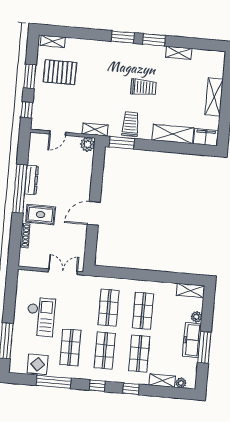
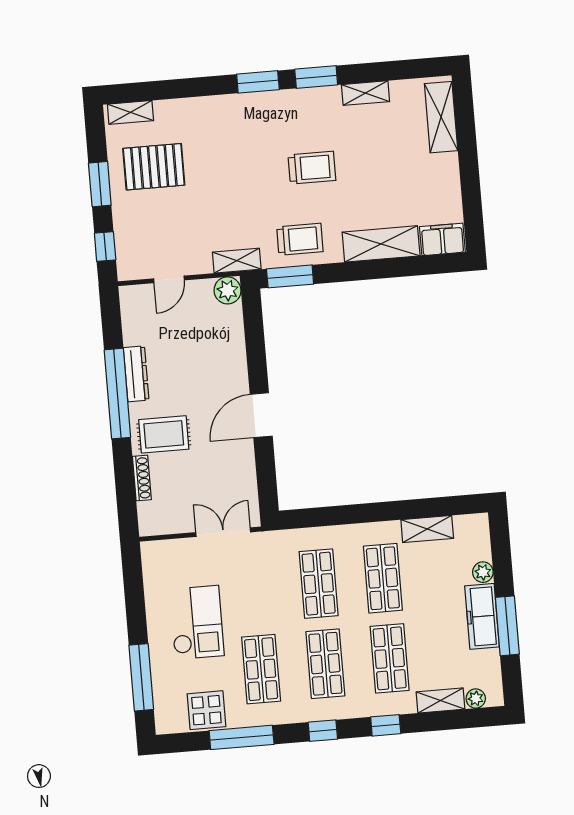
shelving: (214, 97) -> (441, 117), moved
trolley: (130, 124) -> (300, 239), turned 90
shelving: (191, 291) -> (427, 529), moved

